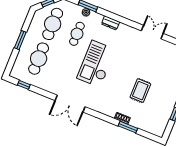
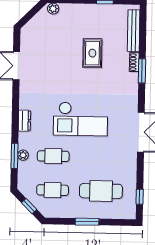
cafe table: (53, 24) -> (53, 190), width x0.73, depth x0.74
rug: (140, 91) -> (92, 53), turned 90
bench: (145, 126) -> (134, 31), added
window: (128, 127) -> (142, 71), moved

